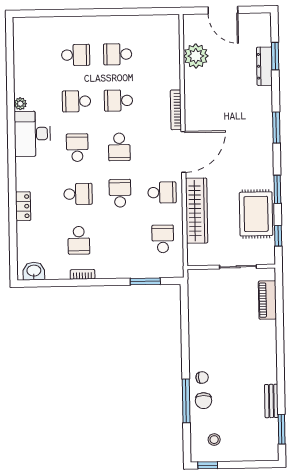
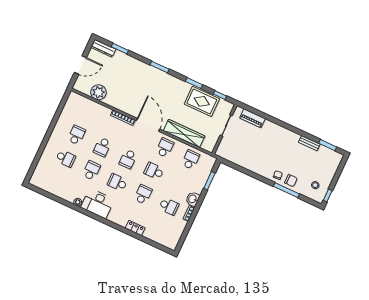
school desk: (118, 54) -> (76, 135), turned 180
school desk: (76, 55) -> (66, 158), turned 90
dresser: (264, 66) -> (103, 48), moved
school desk: (76, 101) -> (91, 170), turned 180
school desk: (119, 147) -> (128, 159), turned 90
school desk: (163, 239) -> (191, 160), turned 90
washbasin: (34, 271) -> (193, 199), moved

